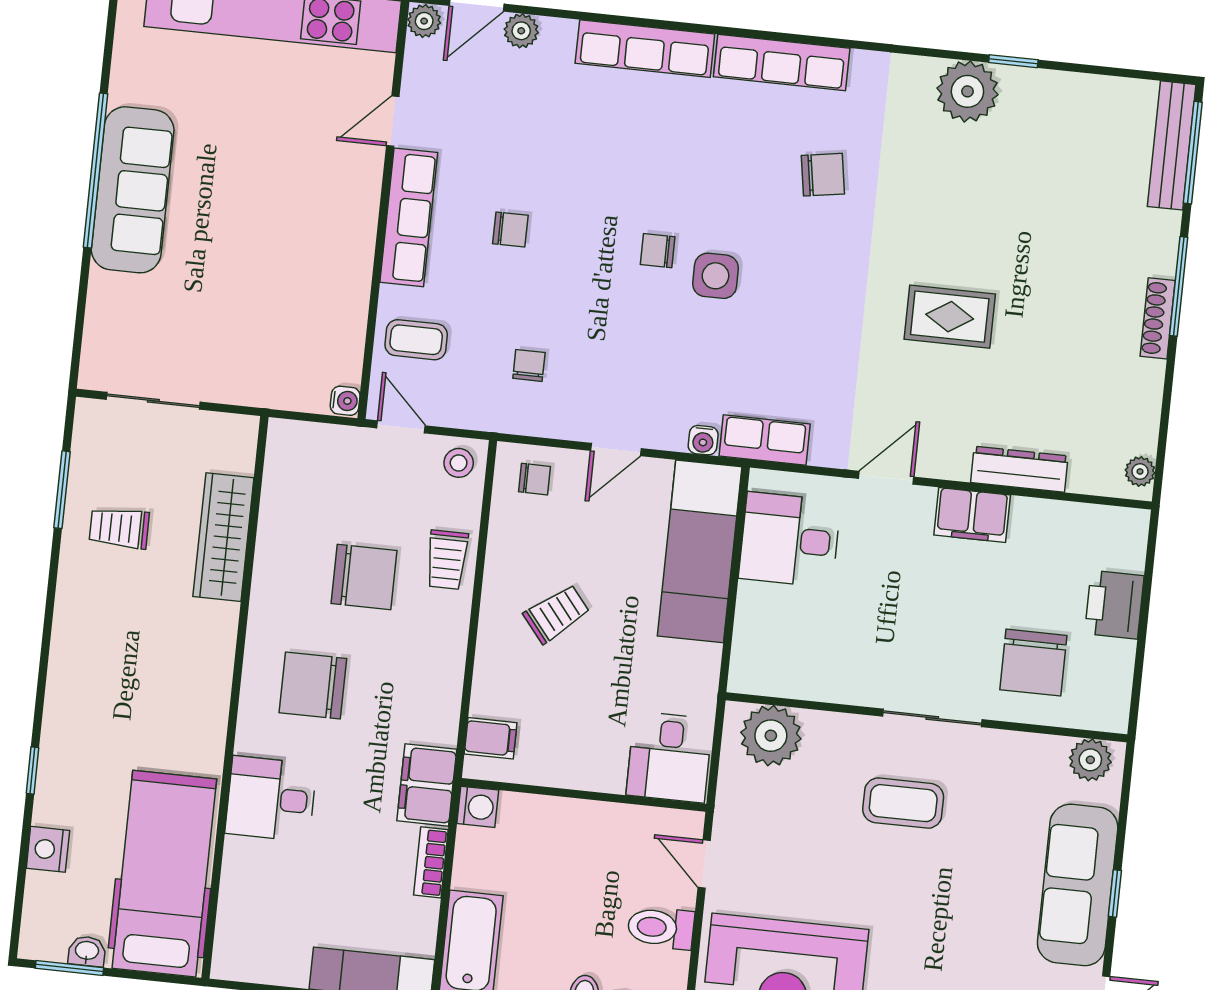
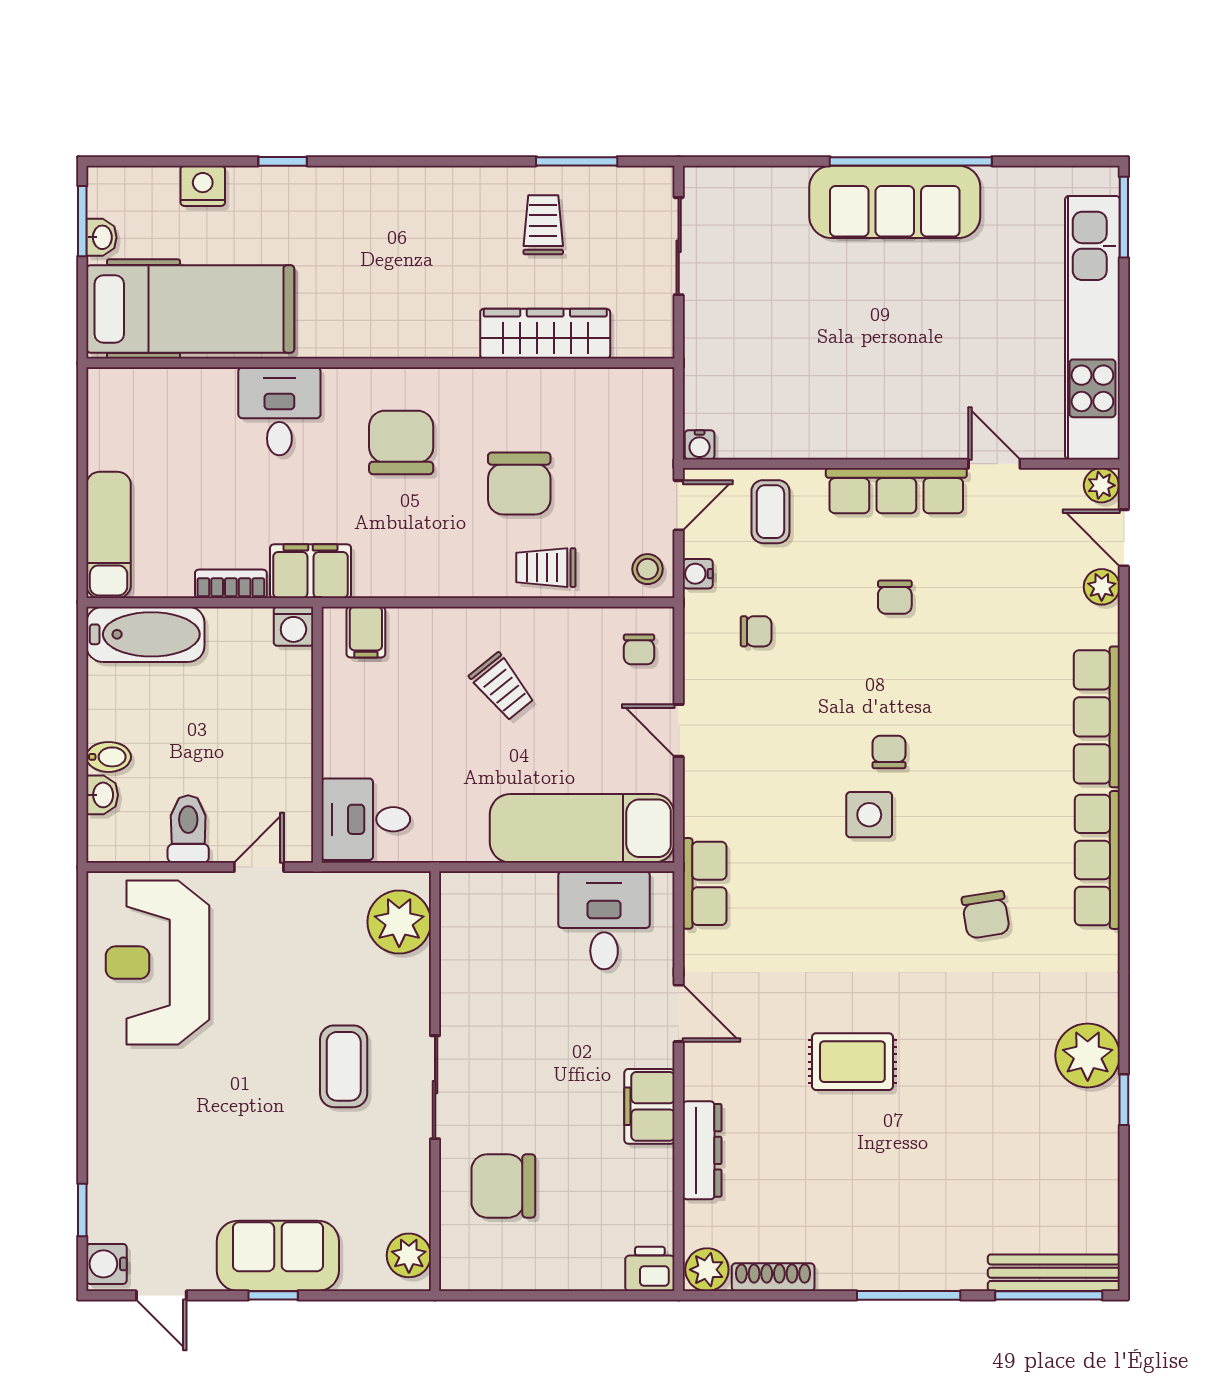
rug: (950, 317) -> (852, 1062), turned 90
shoe rack: (1158, 318) -> (773, 1277), moved
water cooler: (703, 440) -> (698, 574), moved
plant: (1140, 471) -> (707, 1270), width x1.38, depth x1.38
printer: (1114, 605) -> (650, 1269), moved, width x0.73, depth x0.81
sofa: (1078, 885) -> (278, 1256), width x0.73

